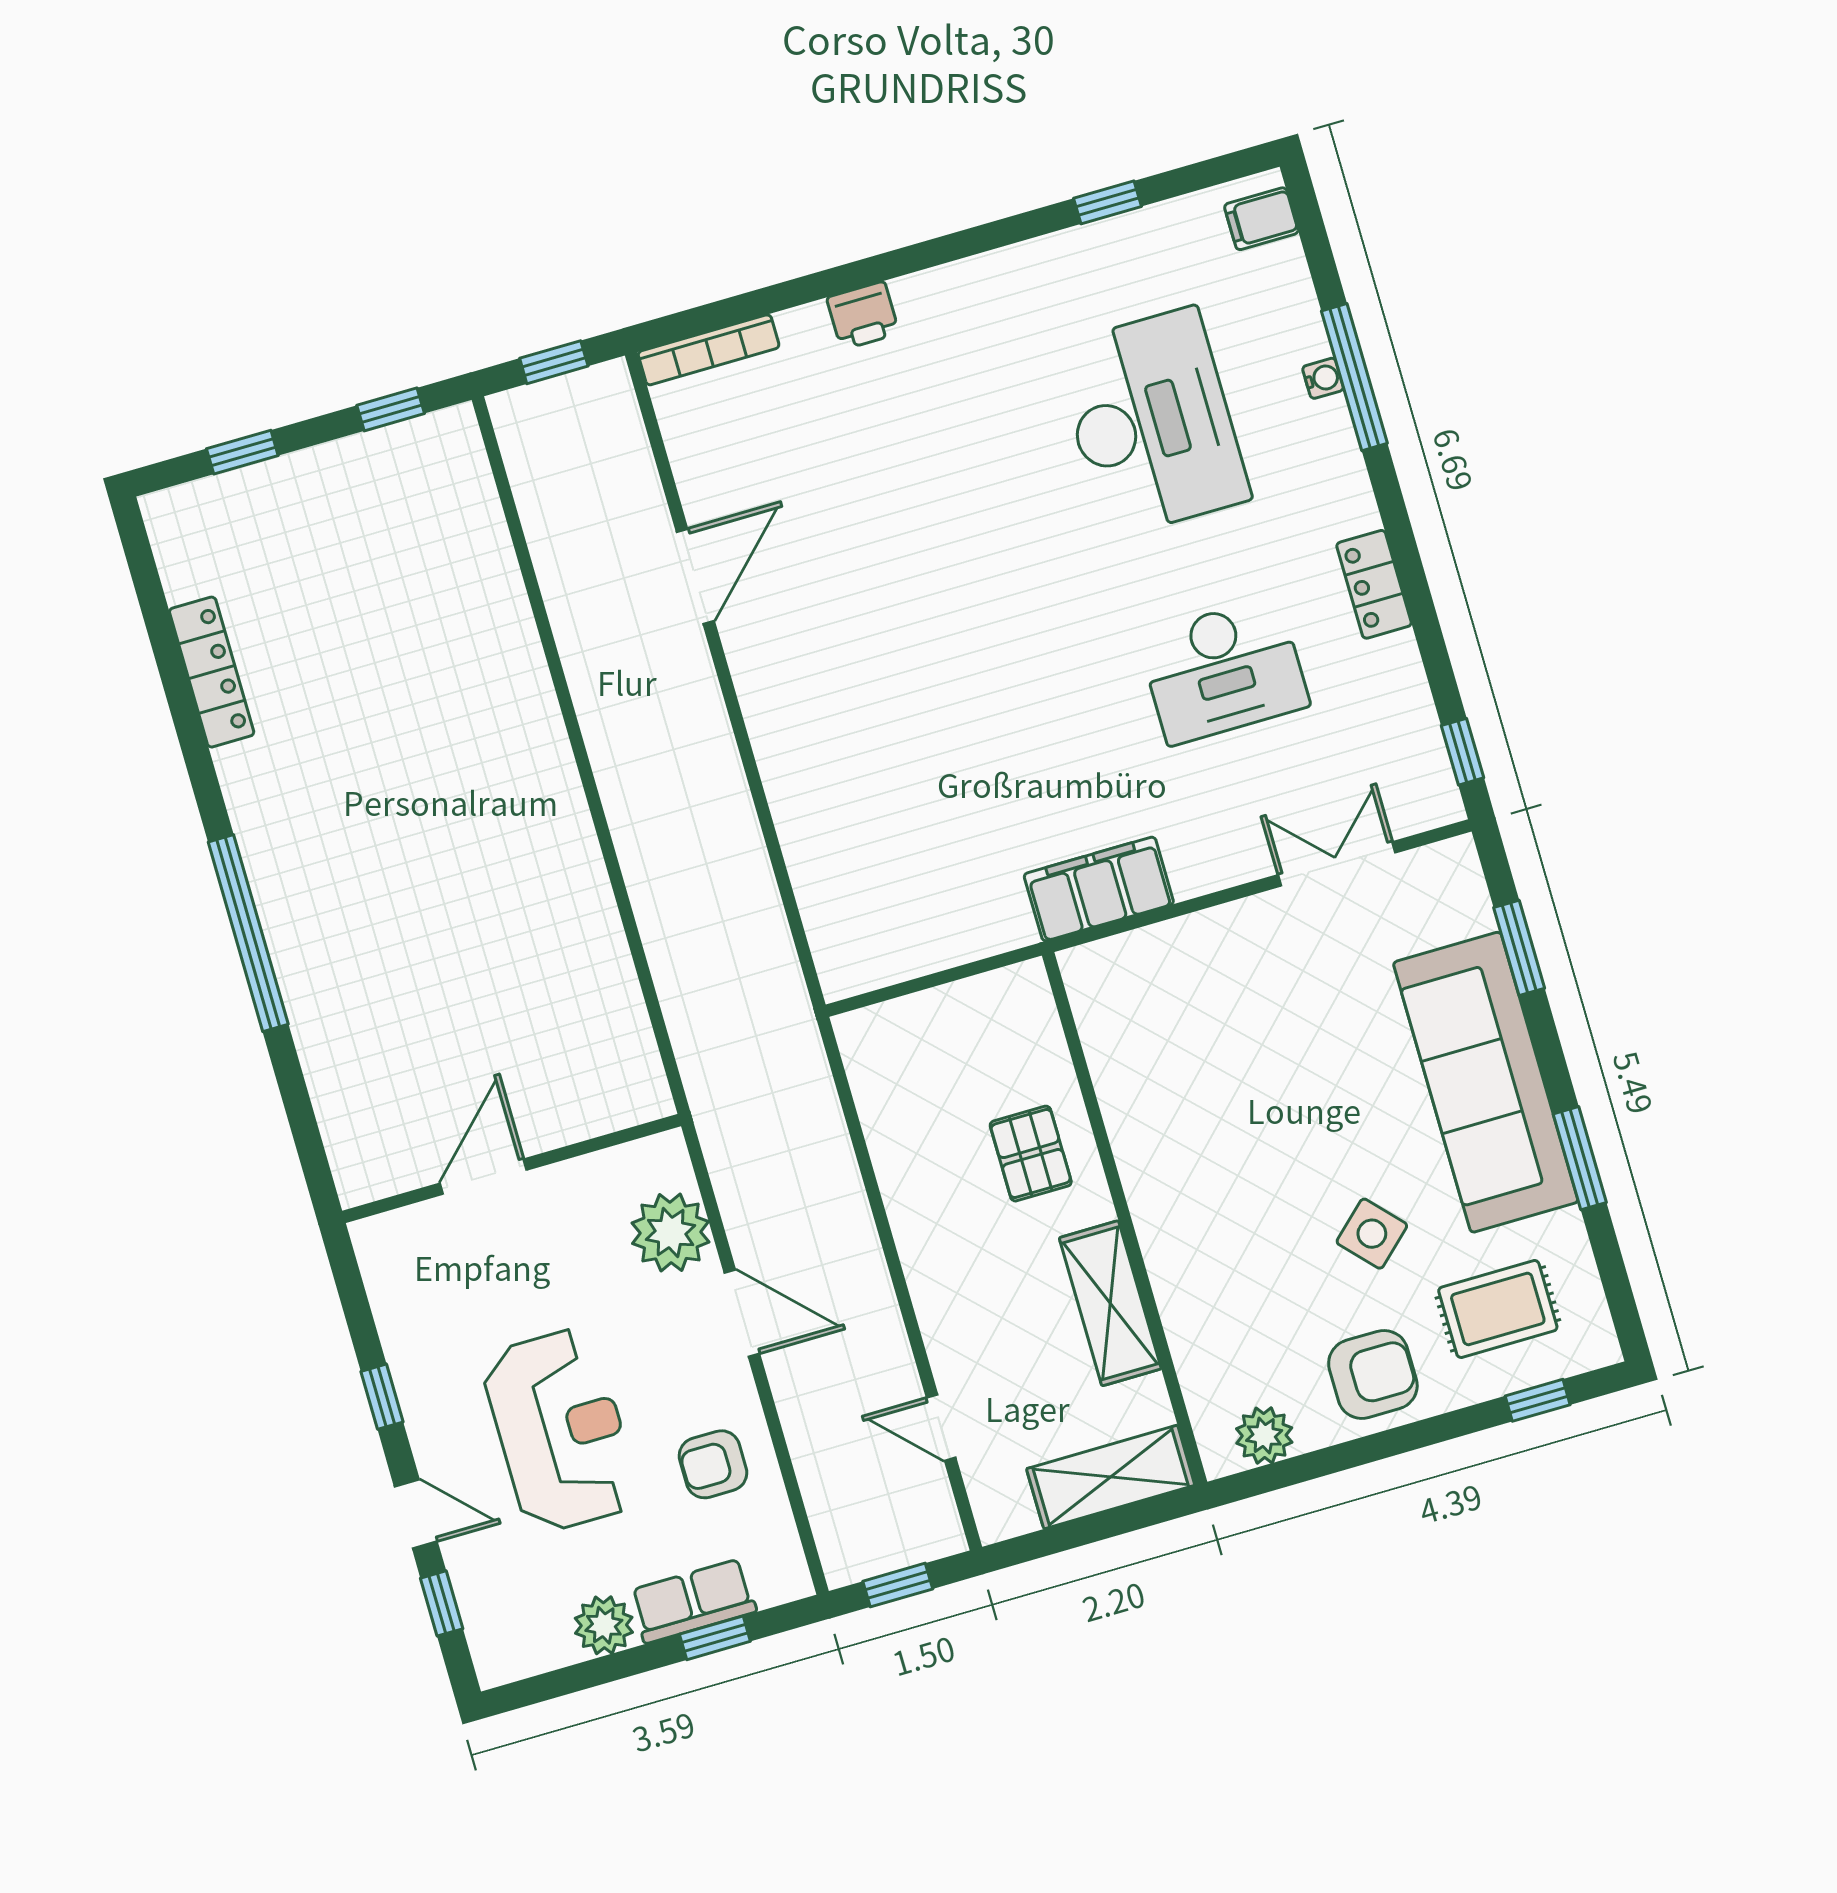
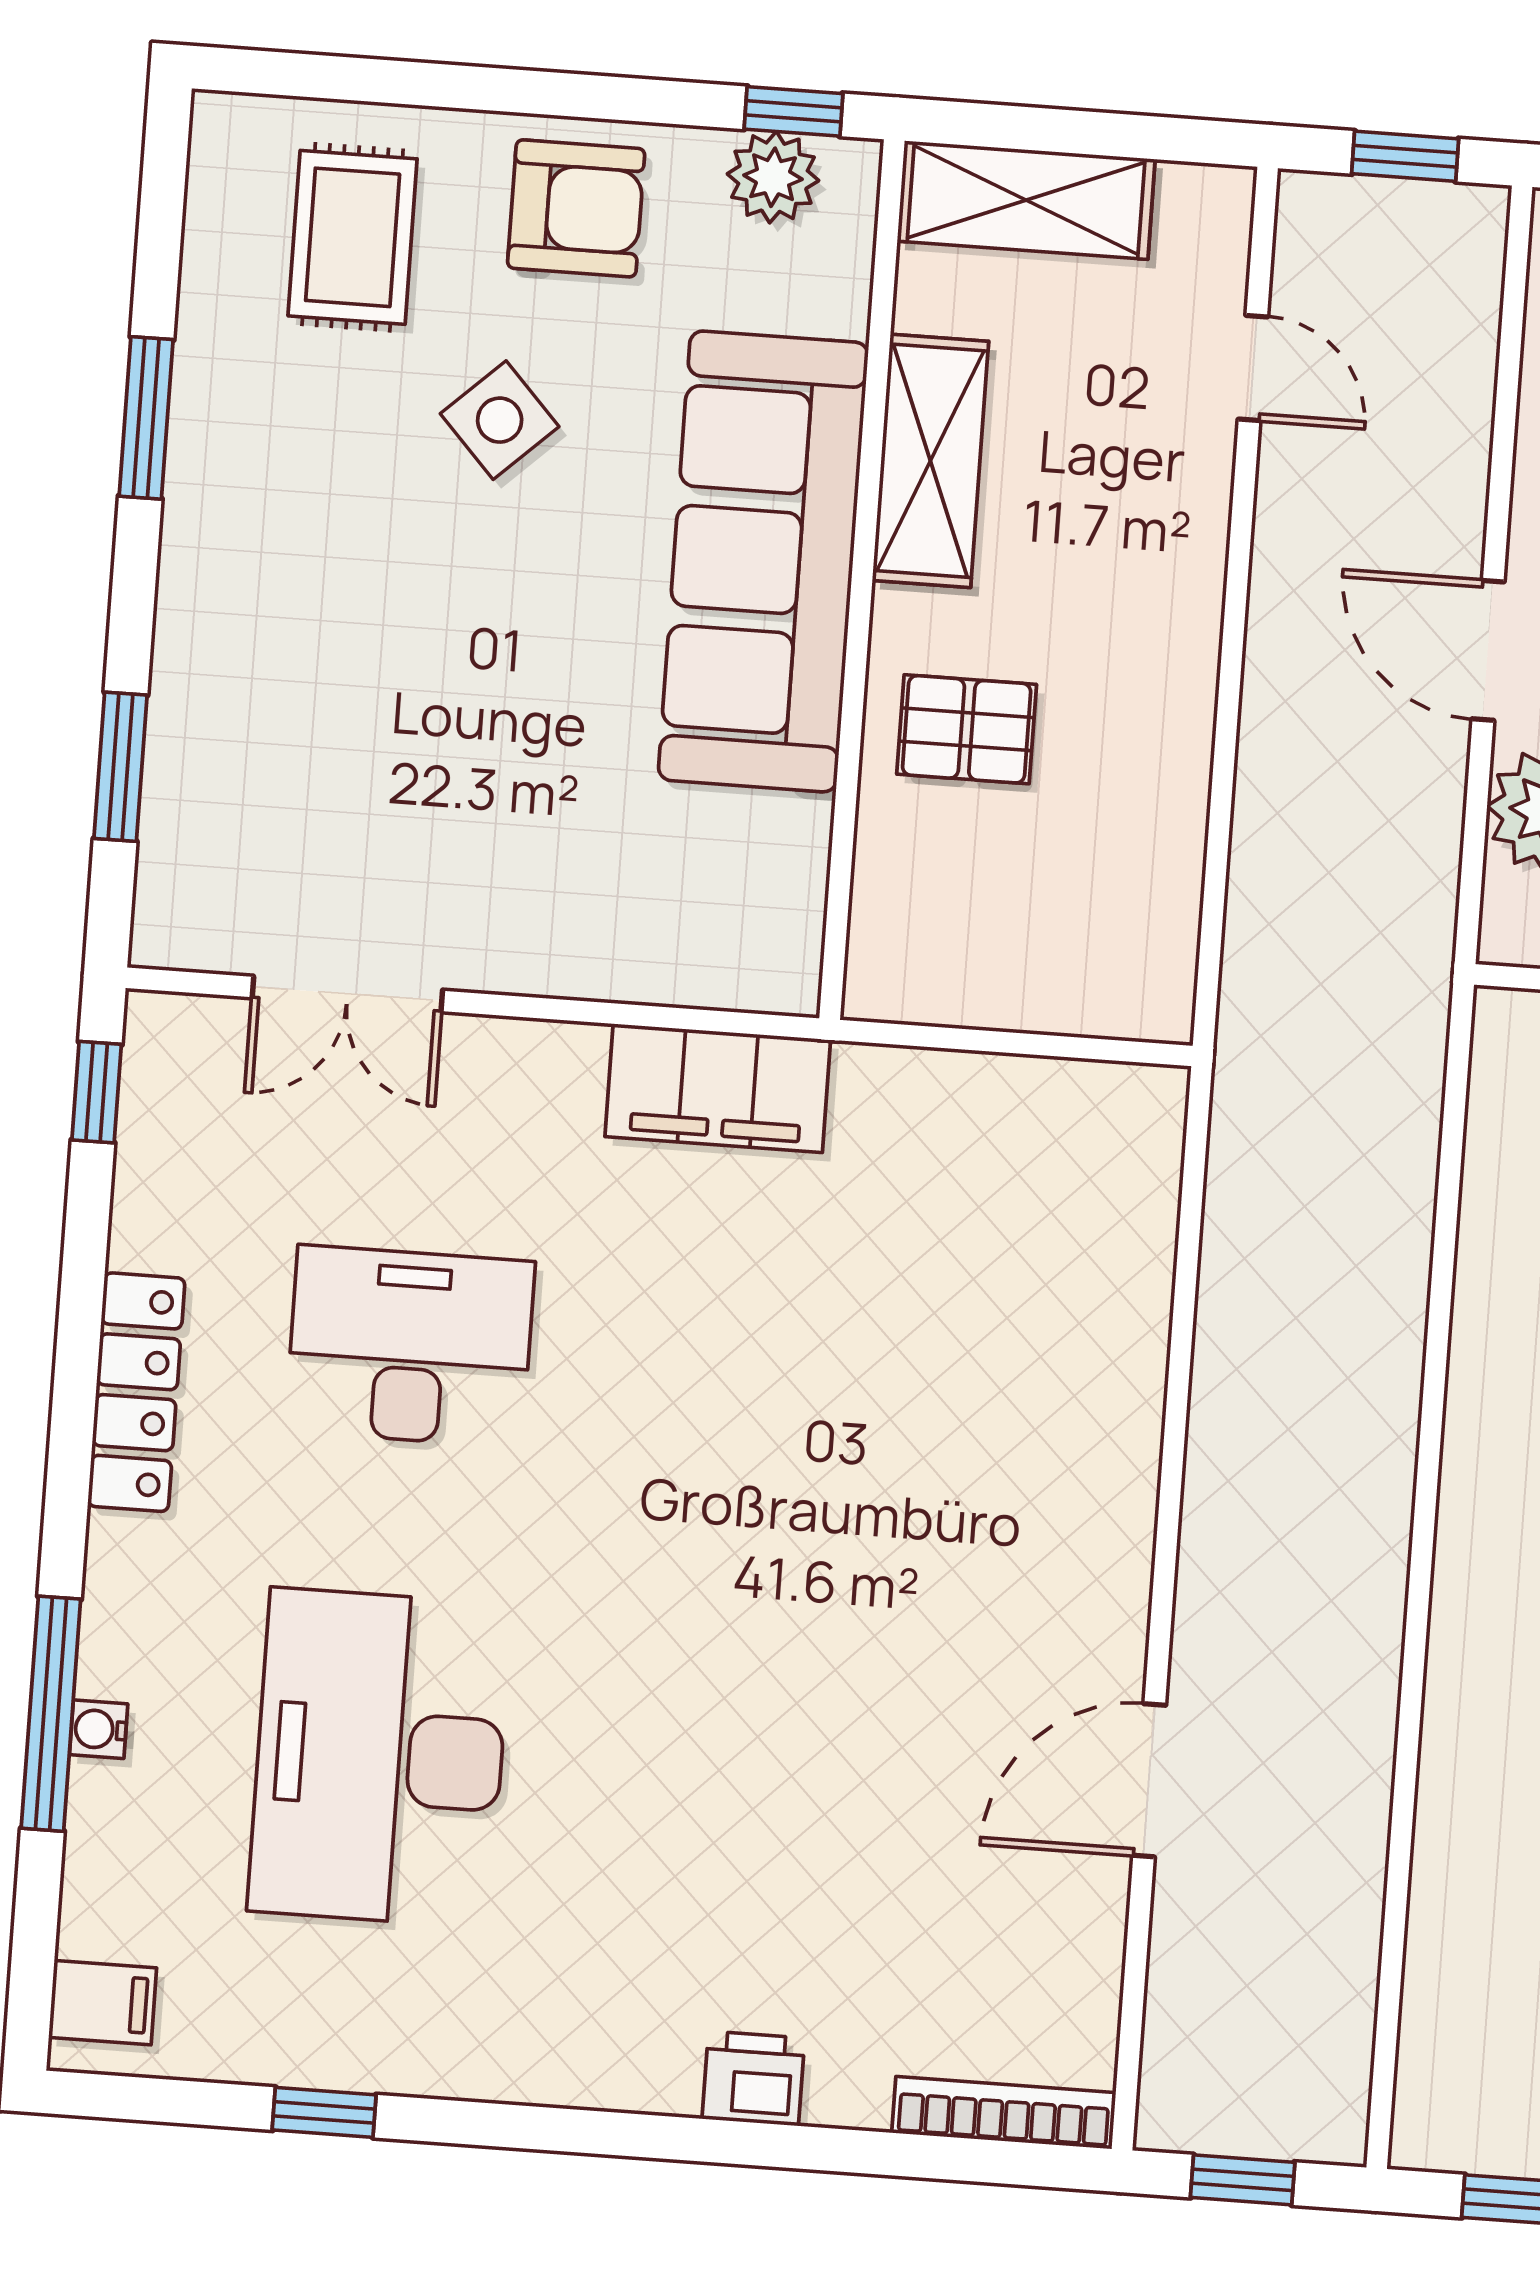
locker: (1374, 584) -> (136, 1392), width x1.53
sofa: (1486, 1082) -> (763, 561), moved, turned 180
pallet: (1031, 1154) -> (967, 729), turned 90
rug: (1498, 1309) -> (353, 237), turned 90
armchair: (1373, 1374) -> (576, 208), turned 180
window: (1538, 1400) -> (793, 111), moved

